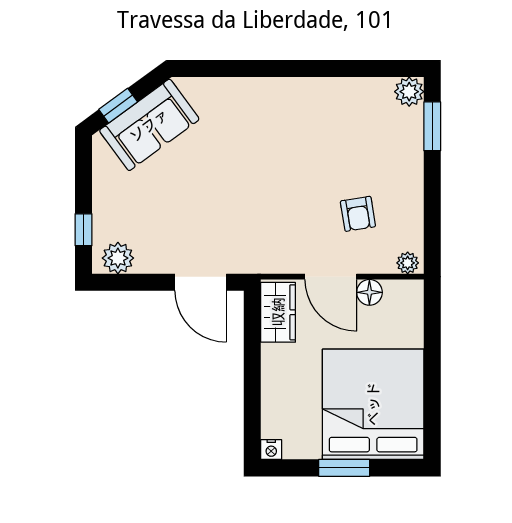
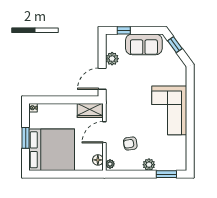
plant: (409, 92) -> (149, 165), moved
corner sofa: (278, 119) -> (169, 110), added
sofa: (149, 125) -> (144, 44), moved, turned -54
plant: (118, 258) -> (112, 59), moved
floor lamp: (369, 292) -> (98, 160), moved

